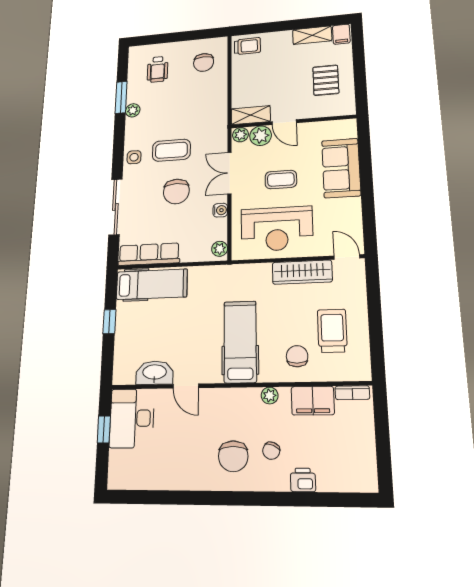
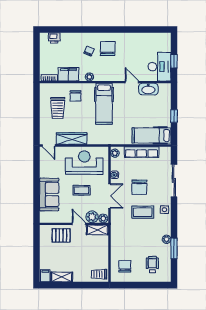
pallet: (326, 80) -> (61, 235), moved, turned 90
chair: (176, 191) -> (139, 187), turned 180
row of seats: (149, 254) -> (142, 152), moved
printer: (303, 480) -> (54, 38), moved

